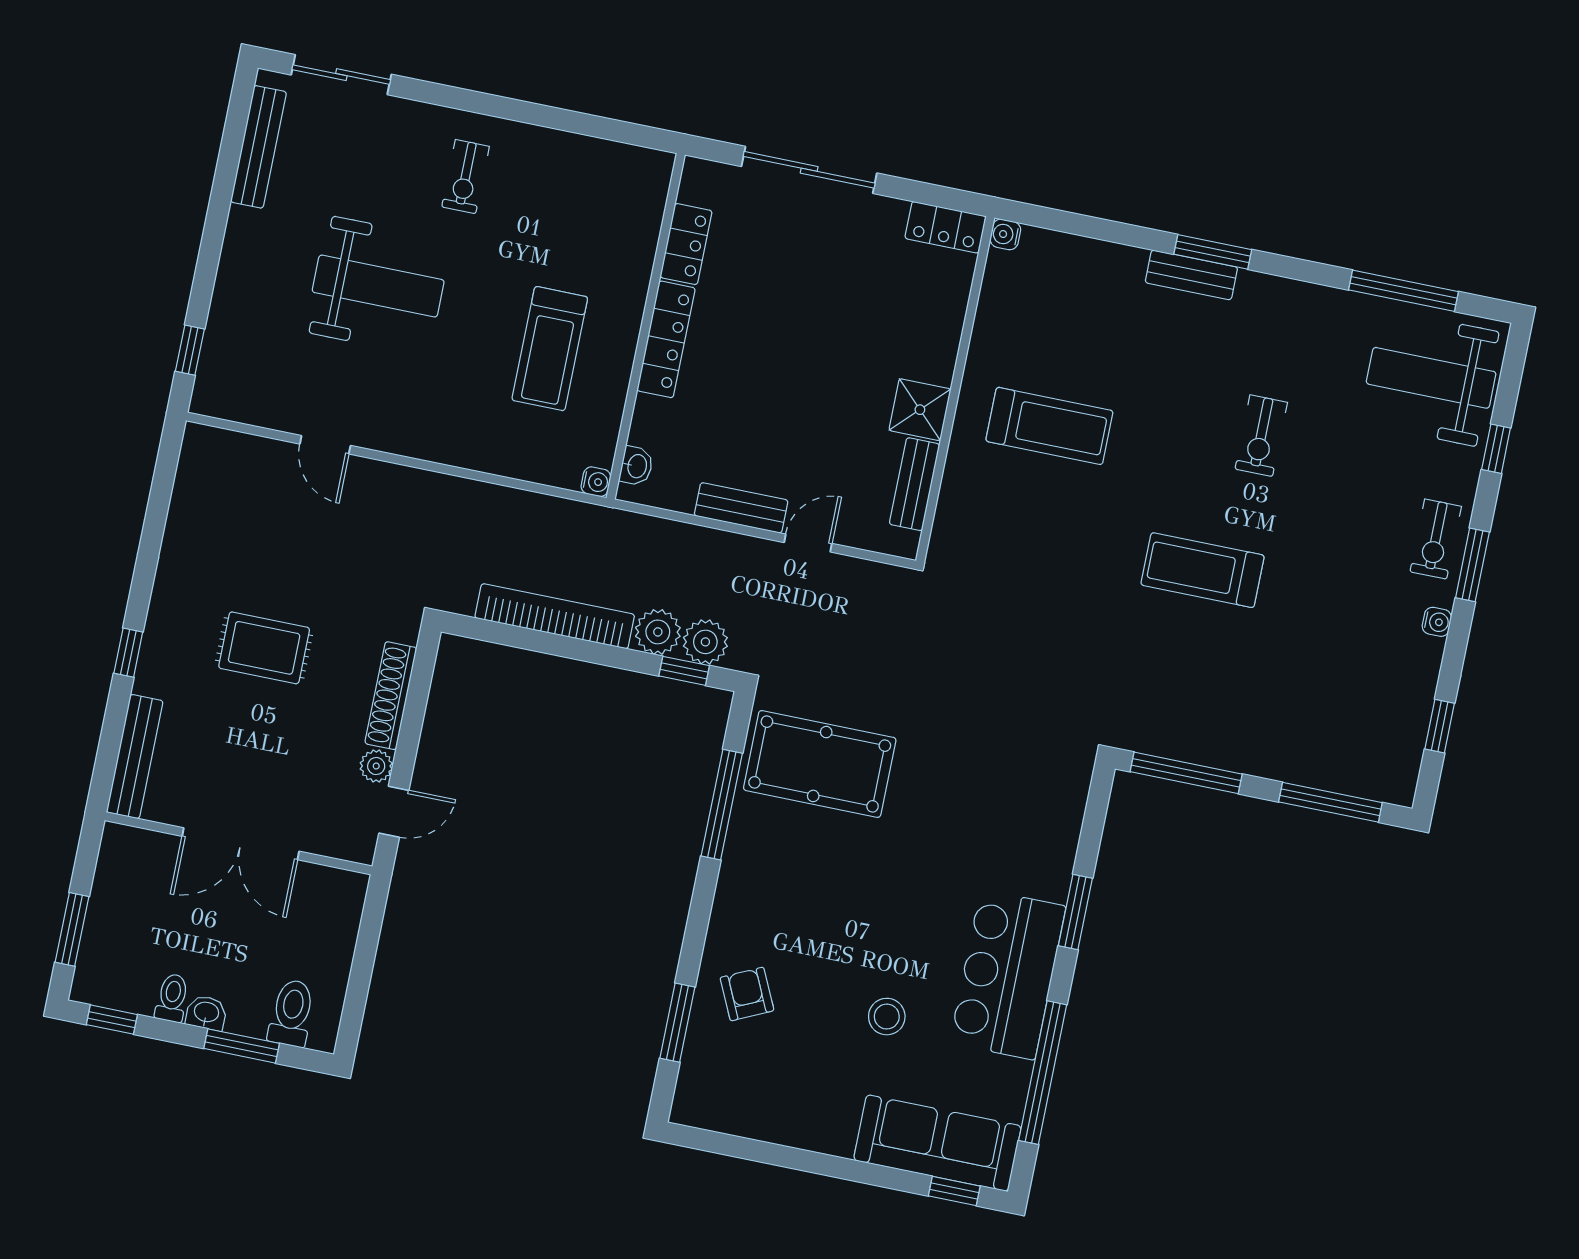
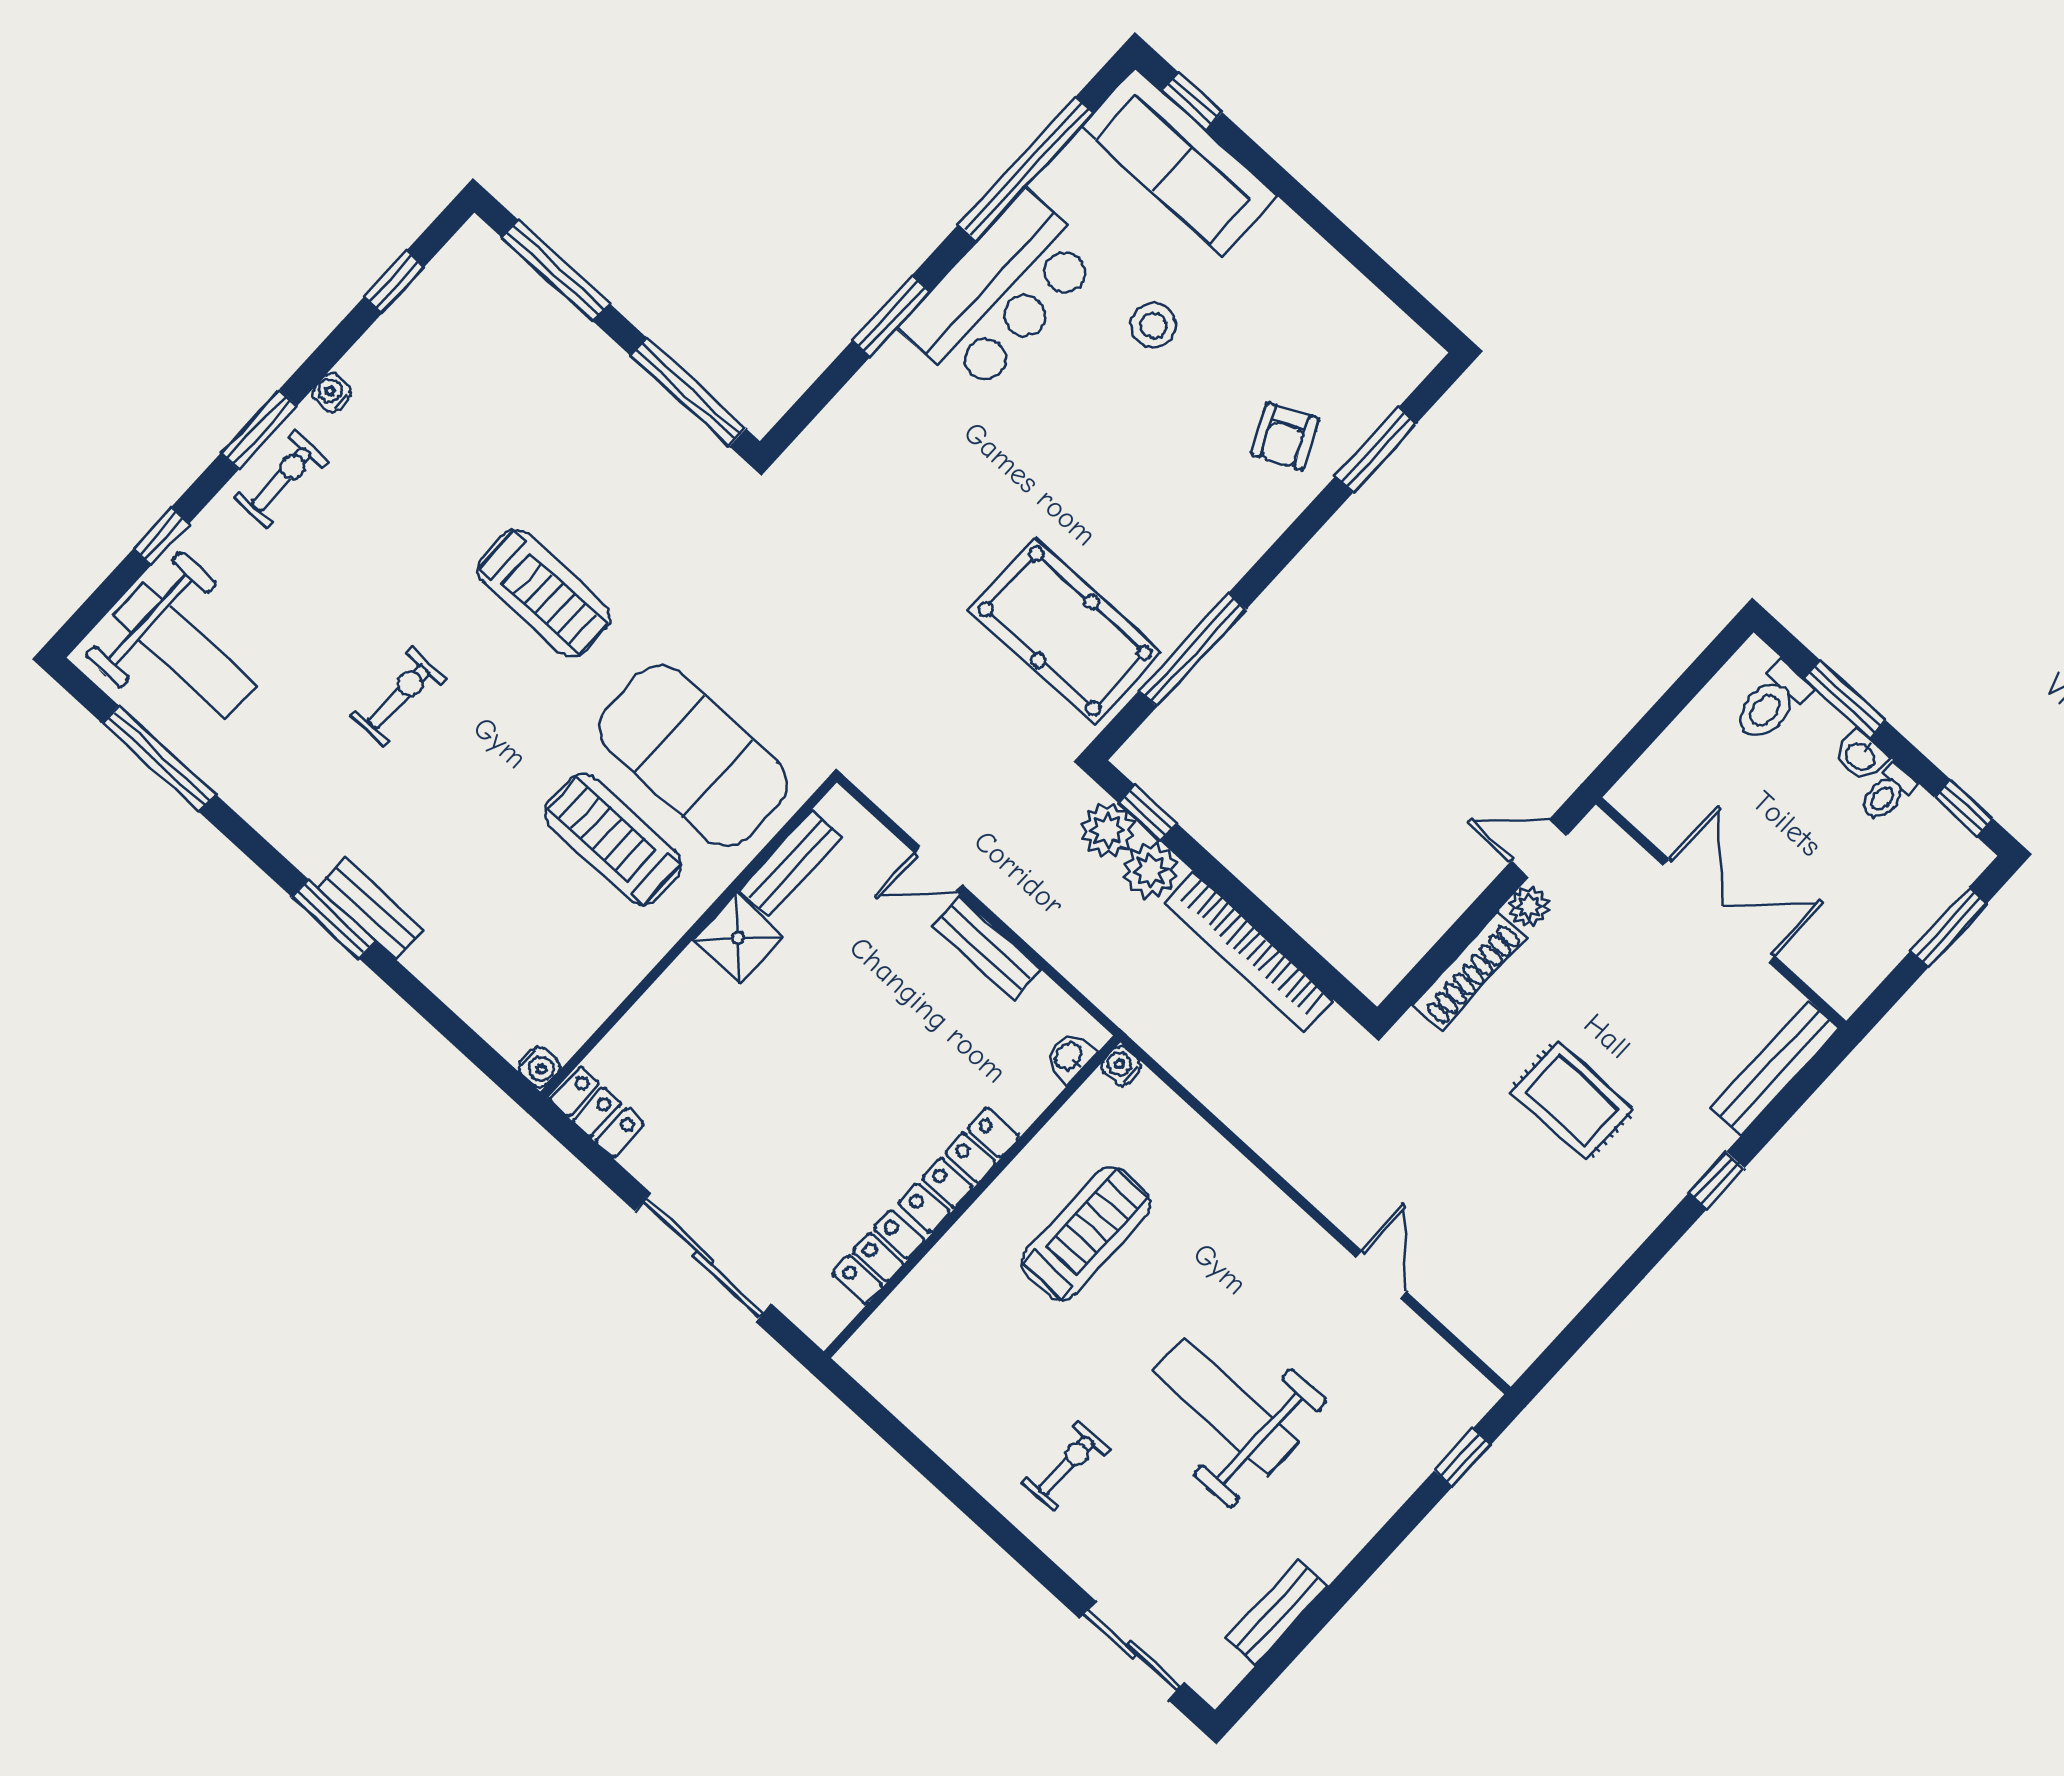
bench: (258, 147) -> (1277, 1613), width x0.73
exercise mat: (1028, 519) -> (694, 756), added

